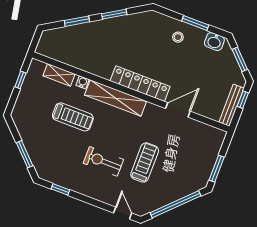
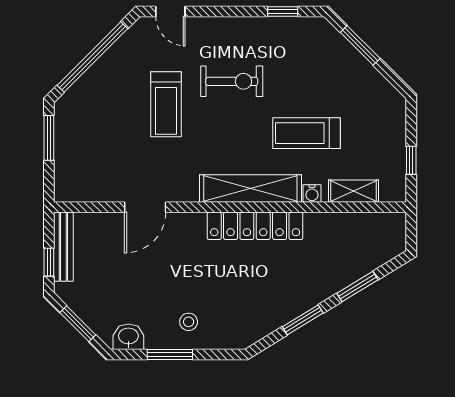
locker: (140, 84) -> (255, 226), moved

